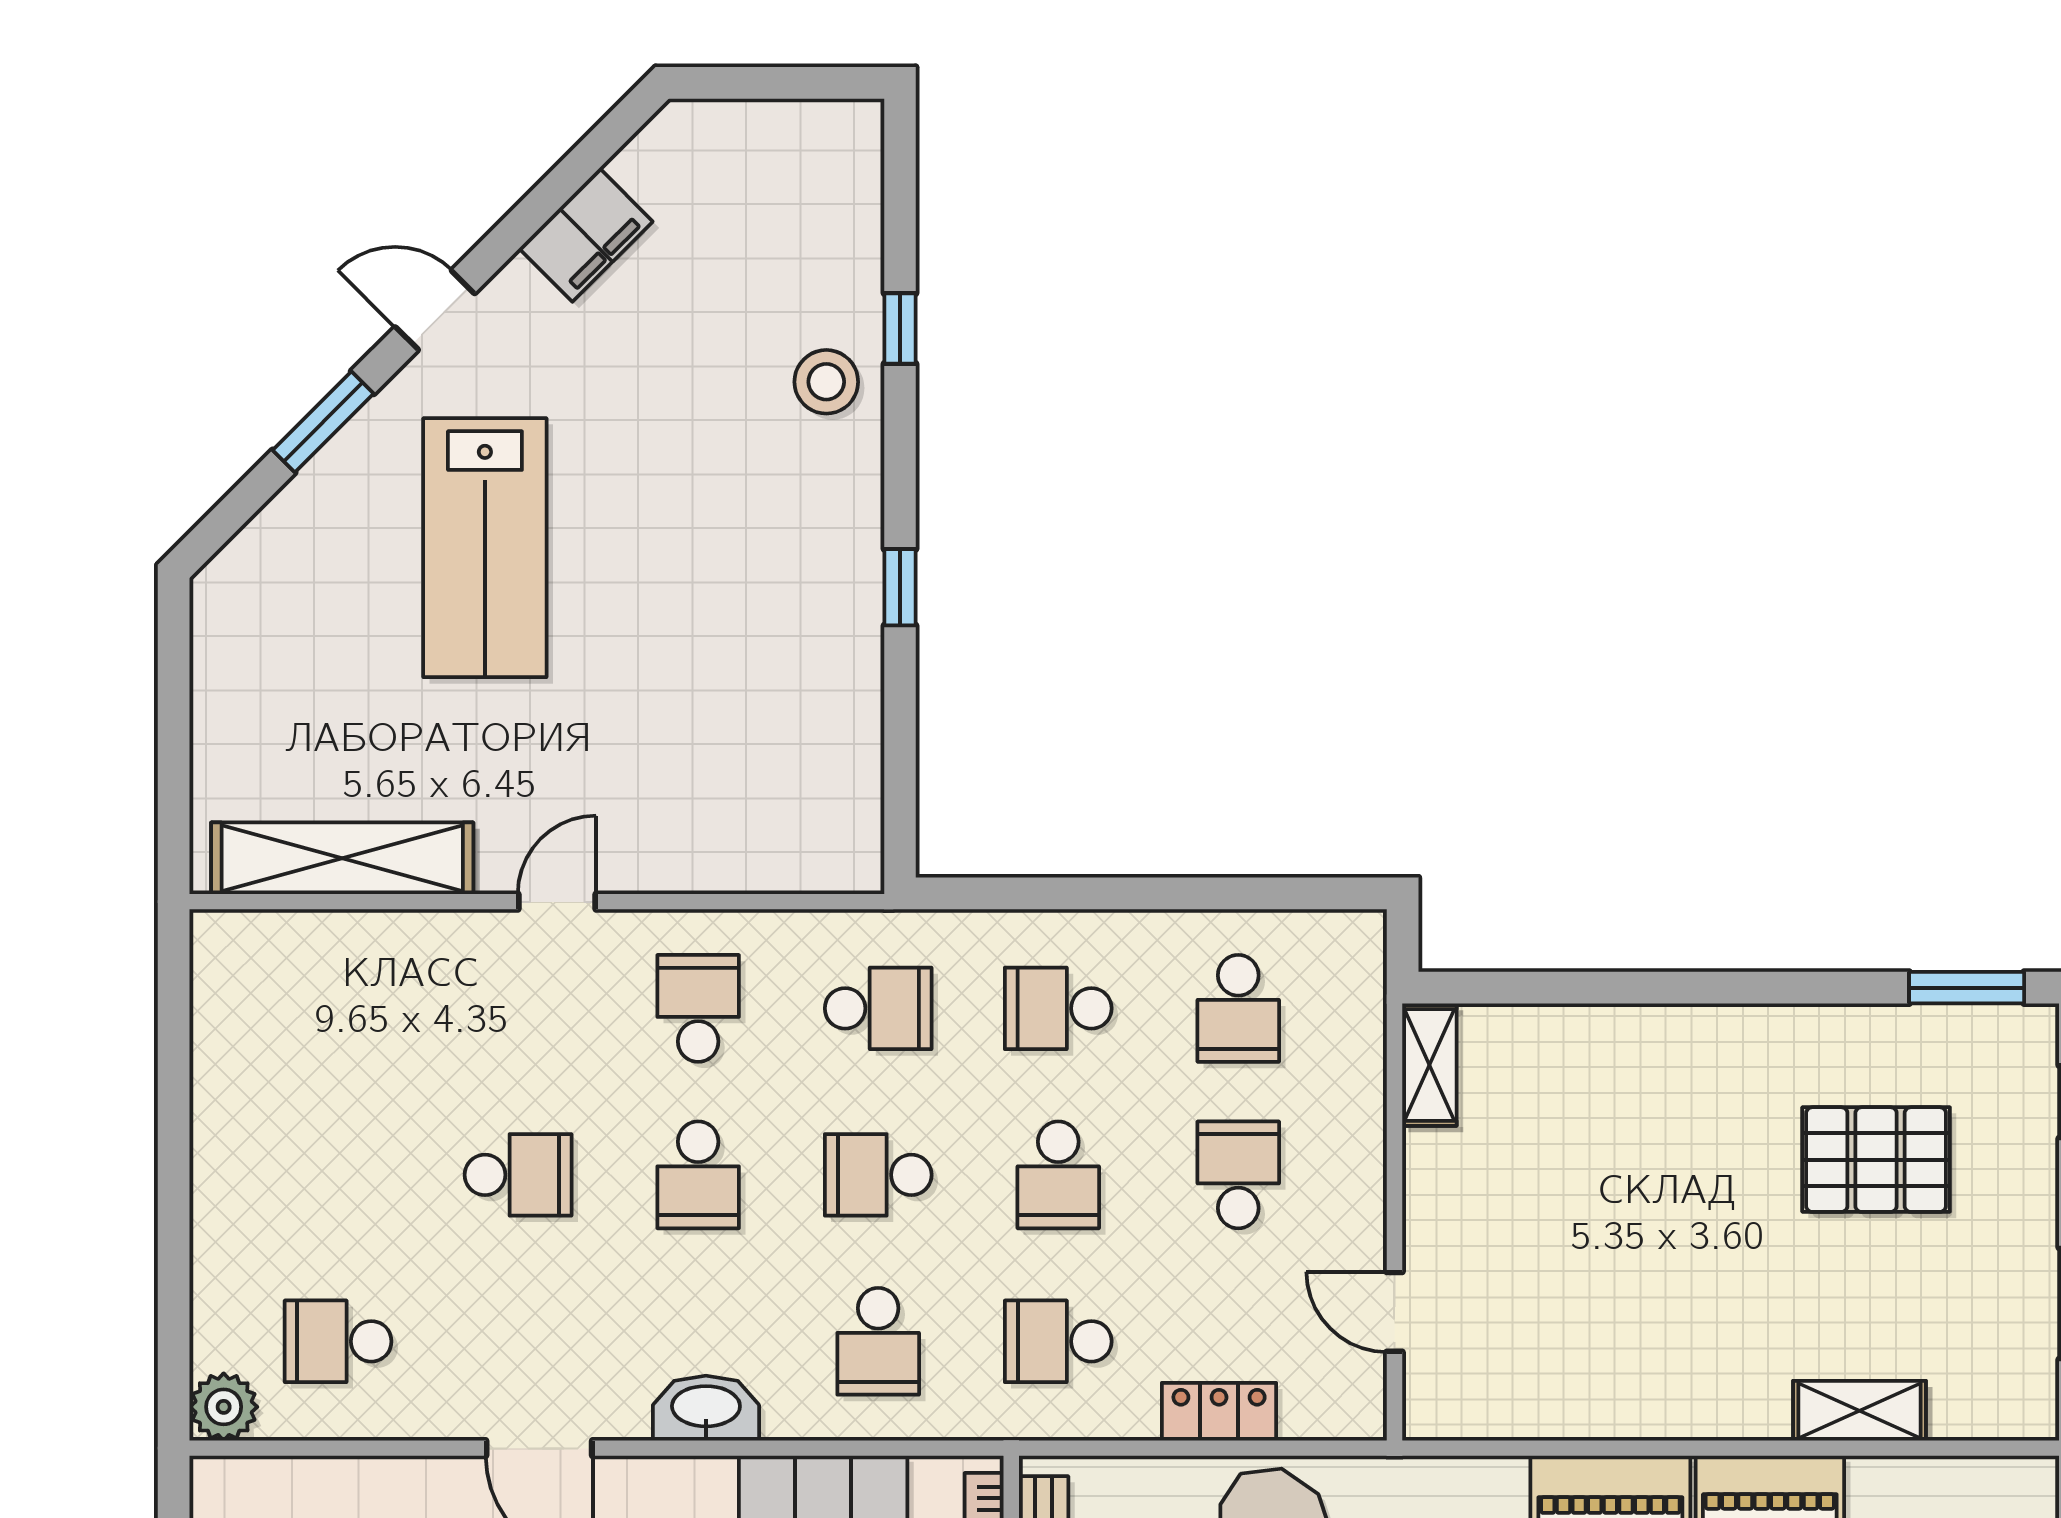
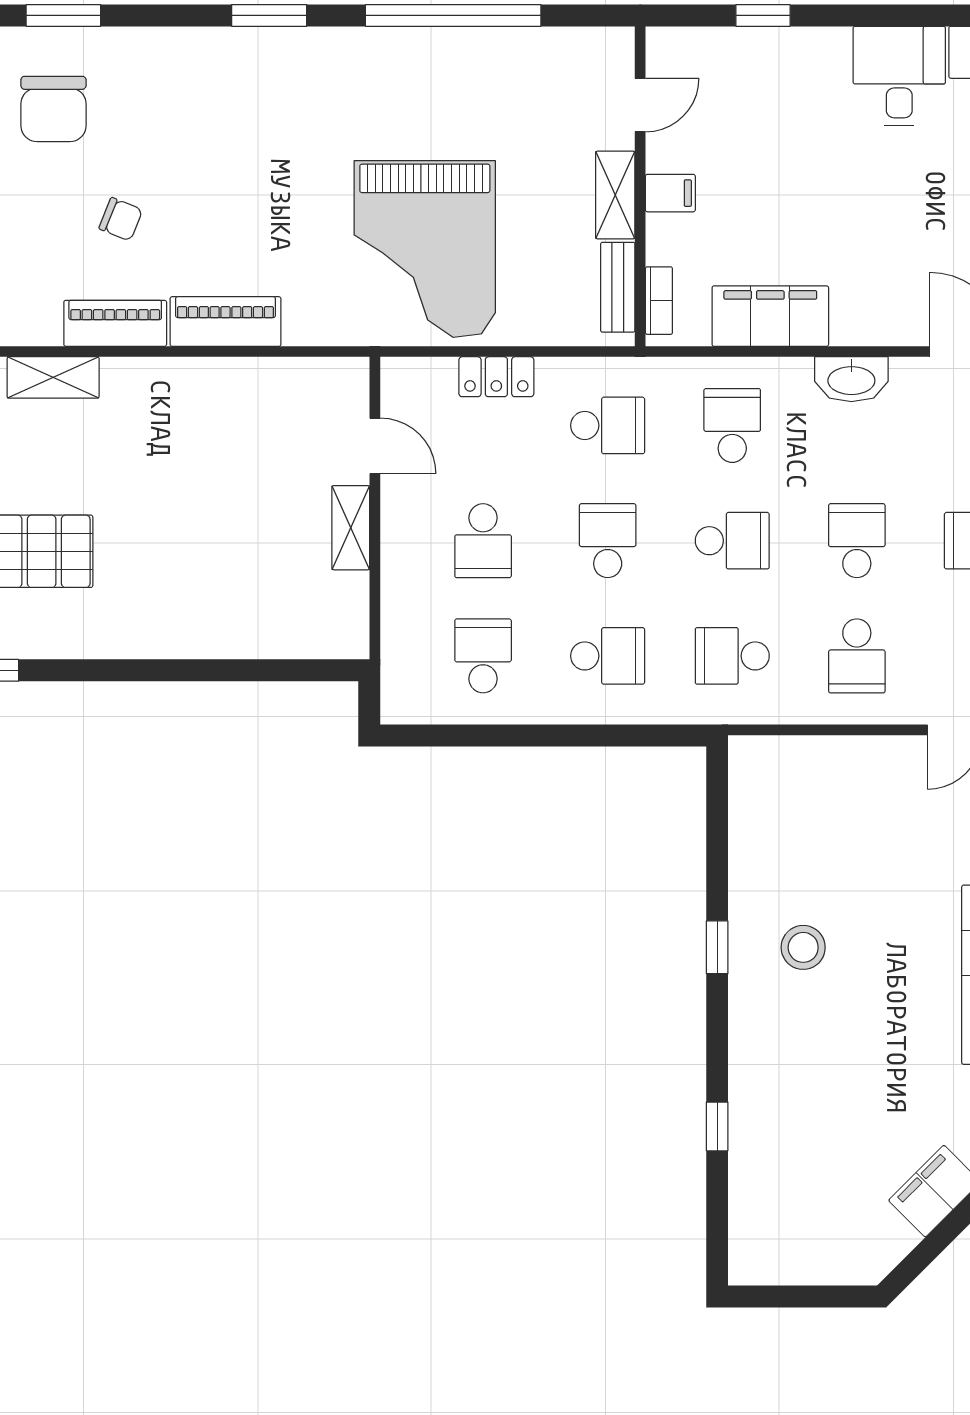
stool: (826, 382) -> (803, 947), moved
shelving: (1429, 1065) -> (351, 528), moved

